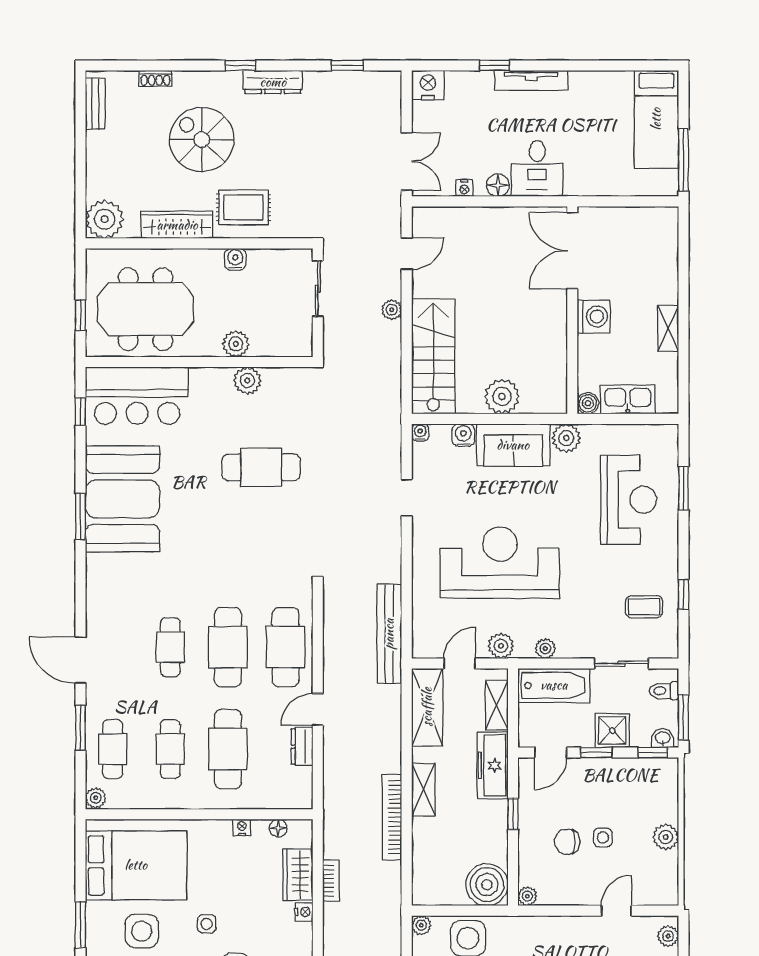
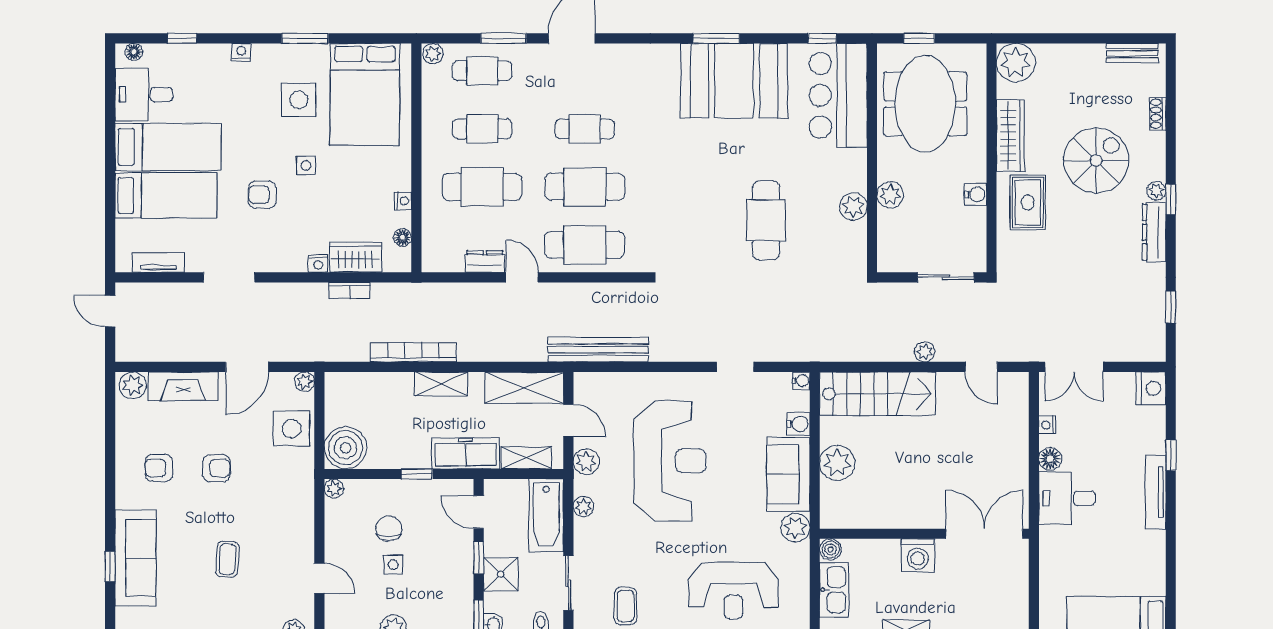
plant: (232, 80) -> (1156, 191), added

